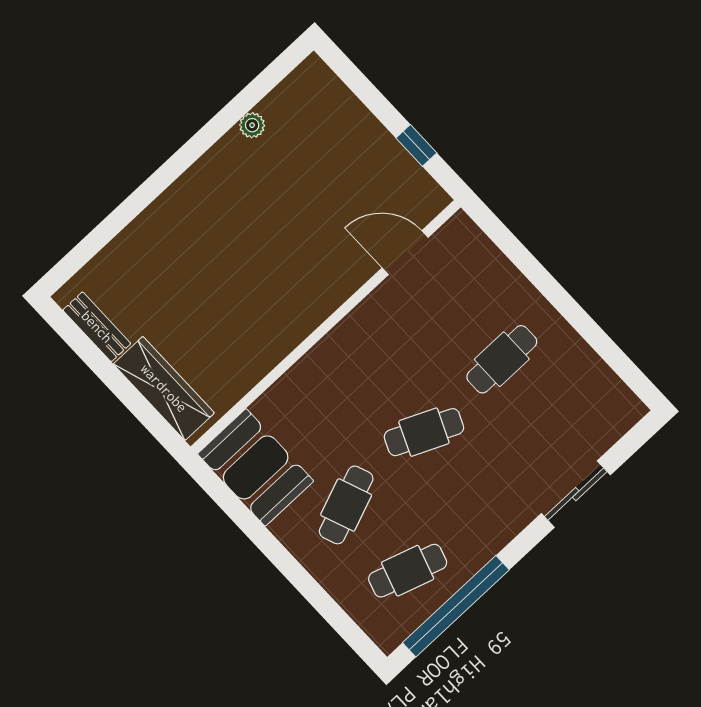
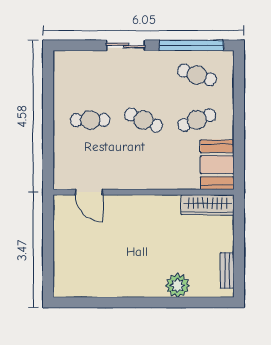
plant: (252, 125) -> (178, 286), moved, width x1.88, depth x1.88
window: (416, 145) -> (48, 227), removed
wardrobe: (164, 388) -> (208, 205), moved, turned -90
sliding door: (576, 494) -> (126, 45), moved

